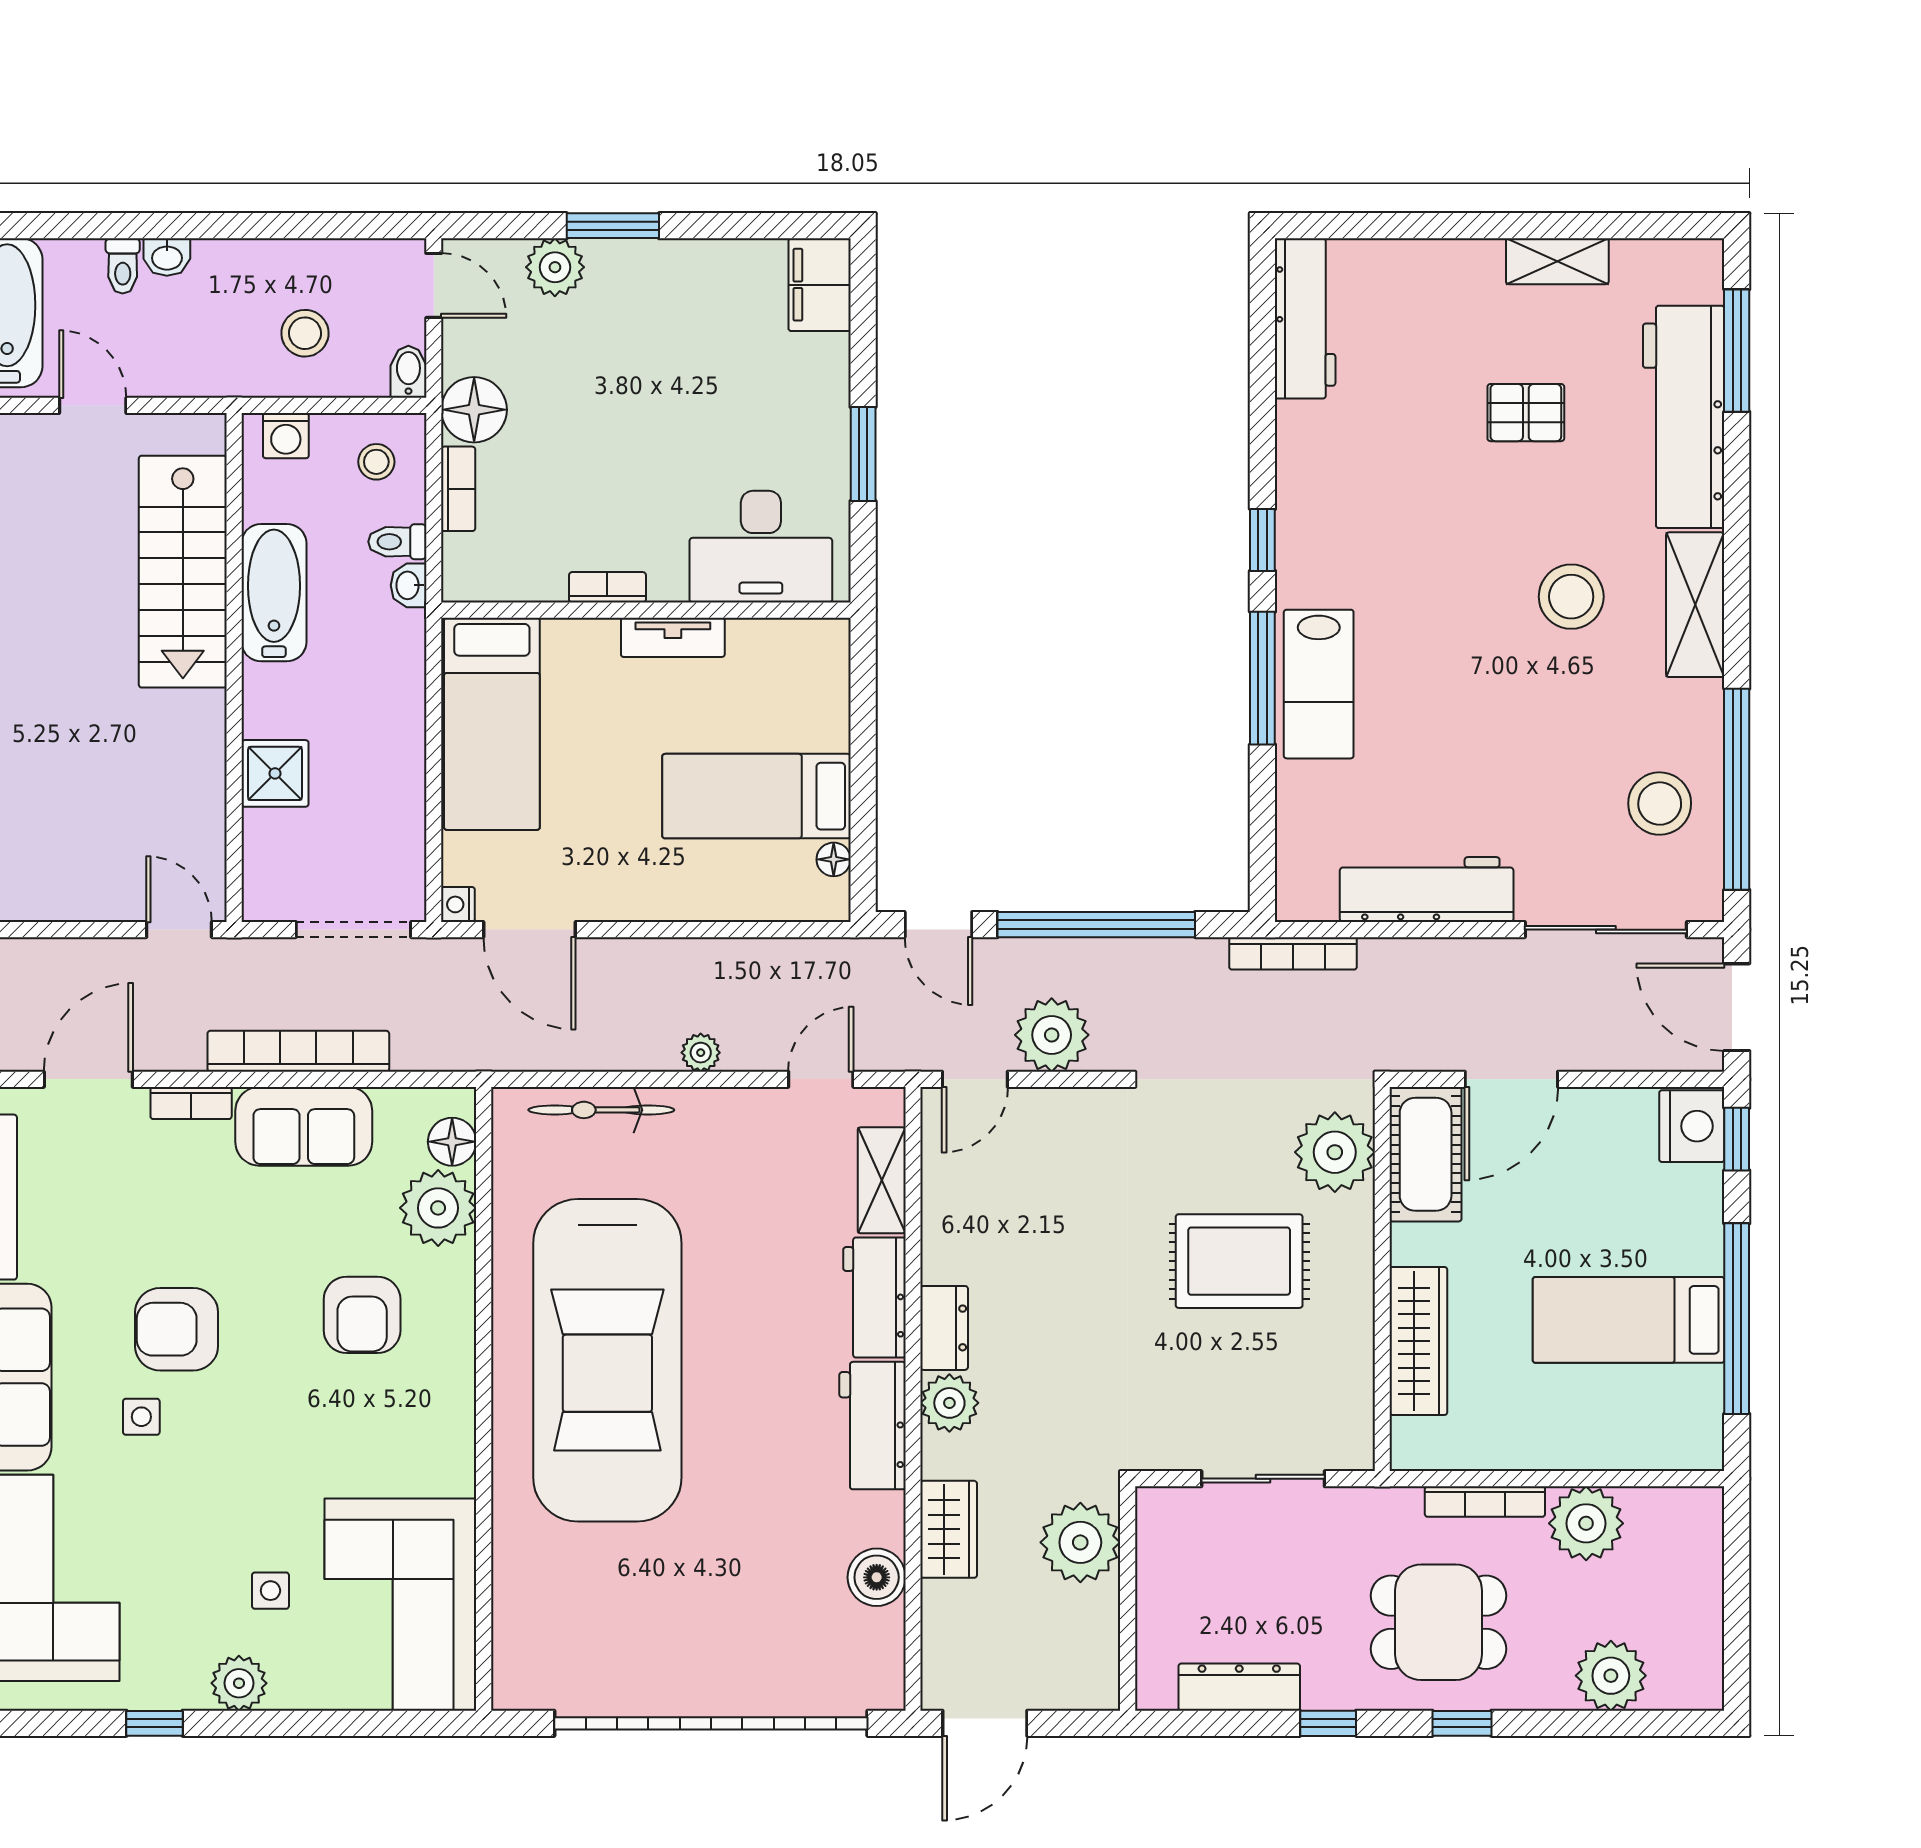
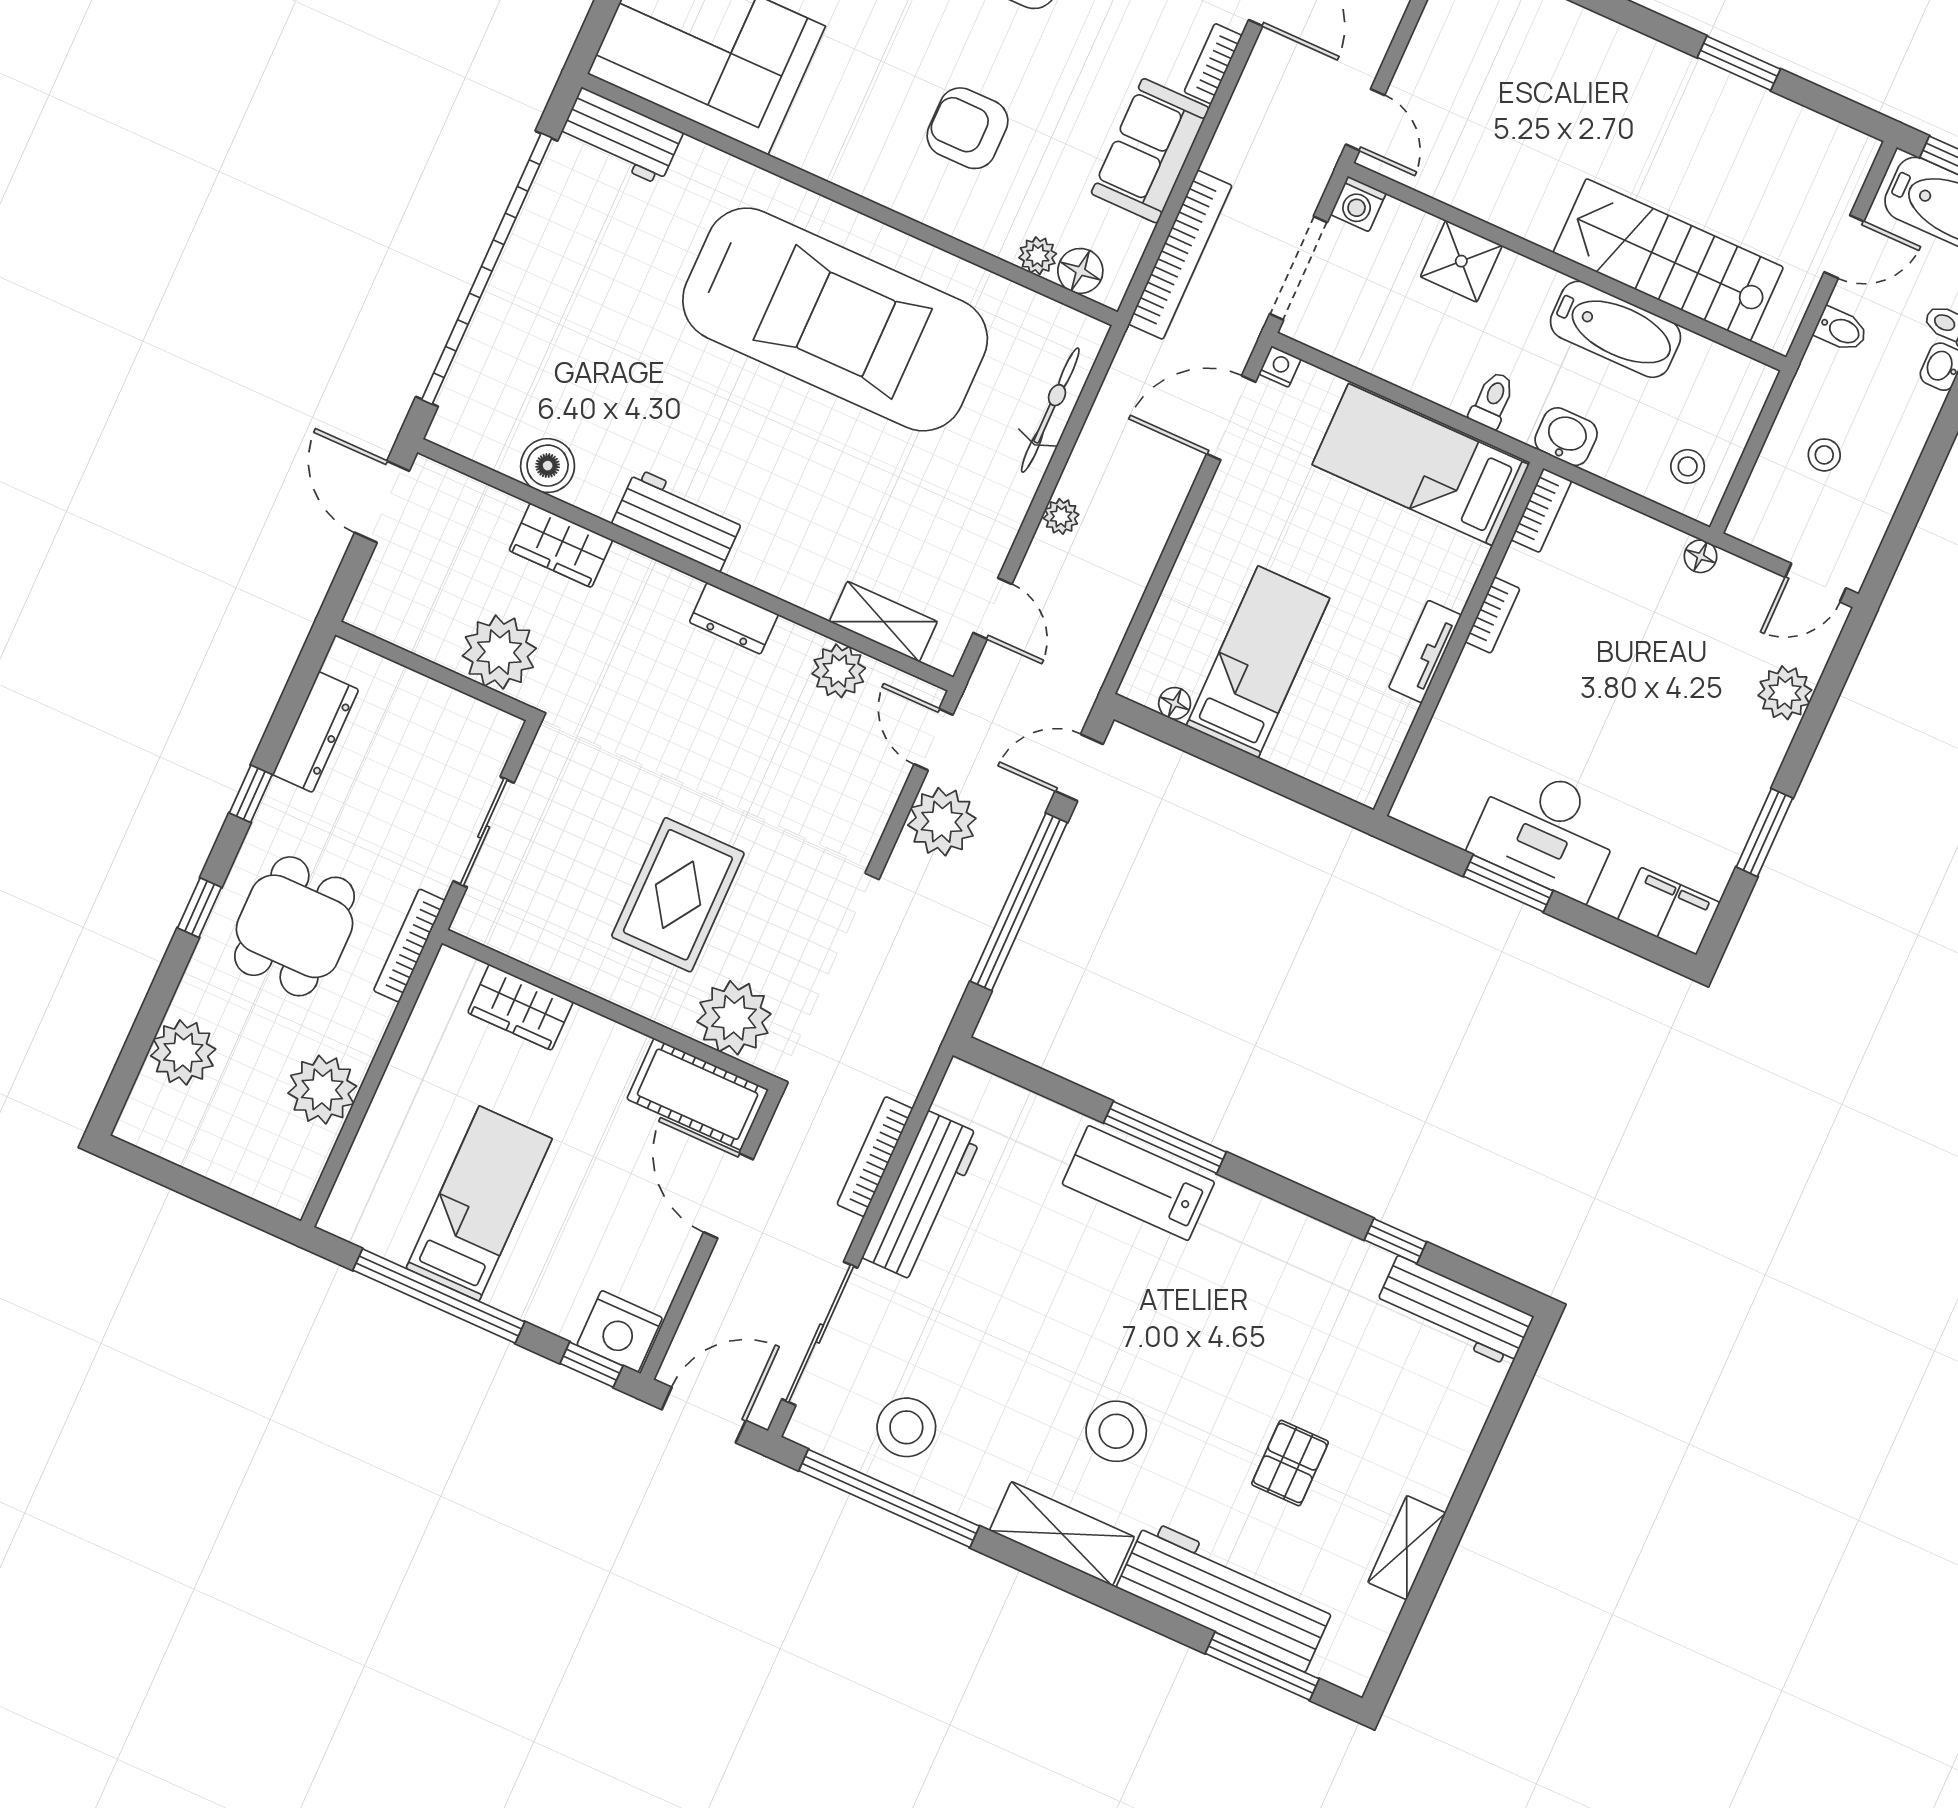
window: (613, 226) -> (1764, 833), moved
stool: (305, 333) -> (1824, 455), width x0.73, depth x0.73
bidet: (408, 372) -> (1841, 330), moved
floor lamp: (474, 410) -> (1700, 556), width x0.53, depth x0.53
washing machine: (286, 436) -> (1358, 204), moved, turned -90
bookcase: (458, 489) -> (1541, 510), moved, turned -90
window: (1262, 540) -> (1395, 1241), moved
toilet: (397, 542) -> (1492, 400), moved
desk: (761, 547) -> (1547, 831), moved, turned -90
washbasin: (409, 585) -> (1566, 437), width x1.38, depth x1.45
door: (179, 930) -> (1365, 120), hinge flipped
bookcase: (1293, 953) -> (875, 1157), moved
bookcase: (298, 1051) -> (1180, 255), moved
plant: (438, 1208) -> (1038, 256), width x0.53, depth x0.53
workbench: (874, 1298) -> (621, 136), moved, turned 180
wardrobe: (1418, 1341) -> (520, 1007), width x0.67
car: (607, 1360) -> (835, 319), turned 180
plant: (949, 1403) -> (839, 671), moved
bookcase: (1485, 1502) -> (409, 946), moved

